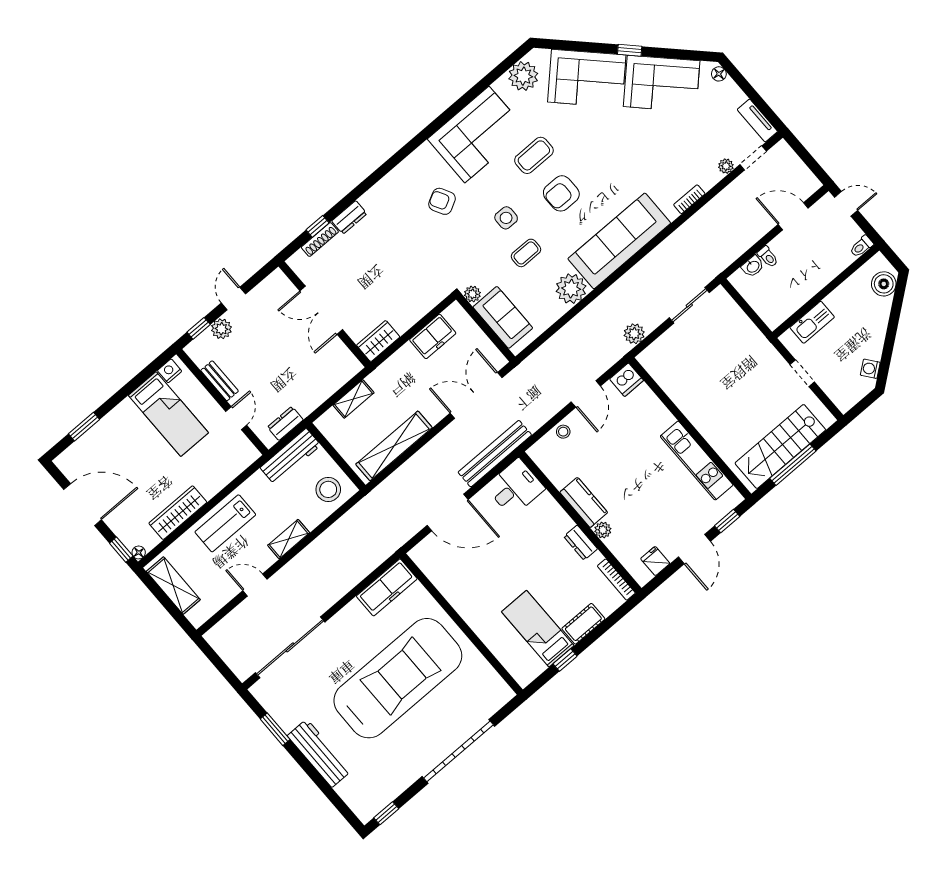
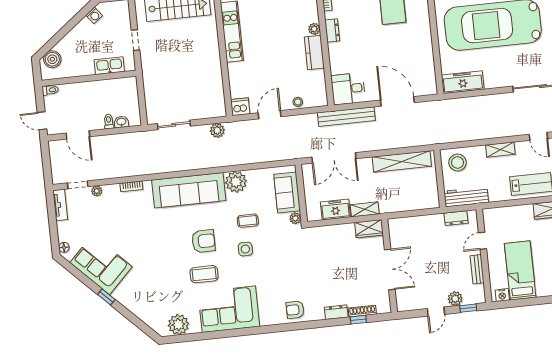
corner sofa: (587, 79) -> (143, 298), removed
armchair: (442, 201) -> (295, 310), moved, turned 118
shelving: (353, 399) -> (365, 209), moved

